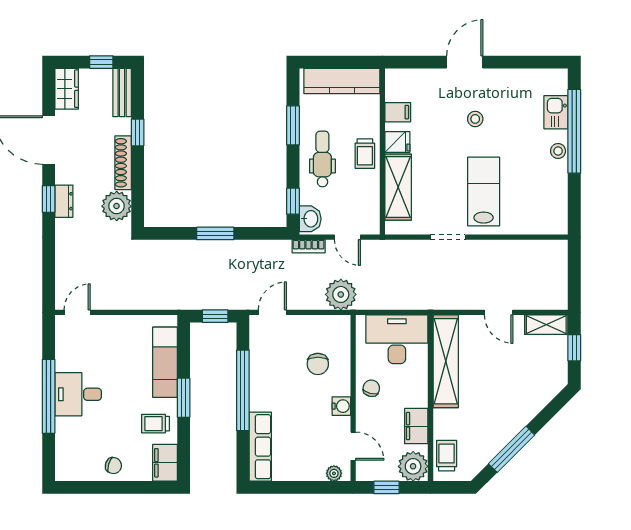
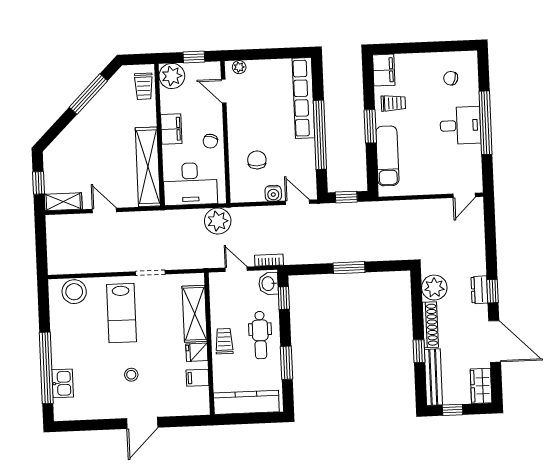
bench: (122, 93) -> (433, 377), width x1.36
stool: (558, 151) -> (74, 292), moved, width x1.89, depth x1.89
plant: (341, 294) -> (218, 221), moved
door: (272, 312) -> (298, 202), swing flipped
water cooler: (341, 406) -> (273, 193), moved, turned -90
filing cabinet: (416, 426) -> (171, 129), moved
row of seats: (260, 447) -> (303, 98), width x1.36
chair: (113, 466) -> (451, 78), moved

